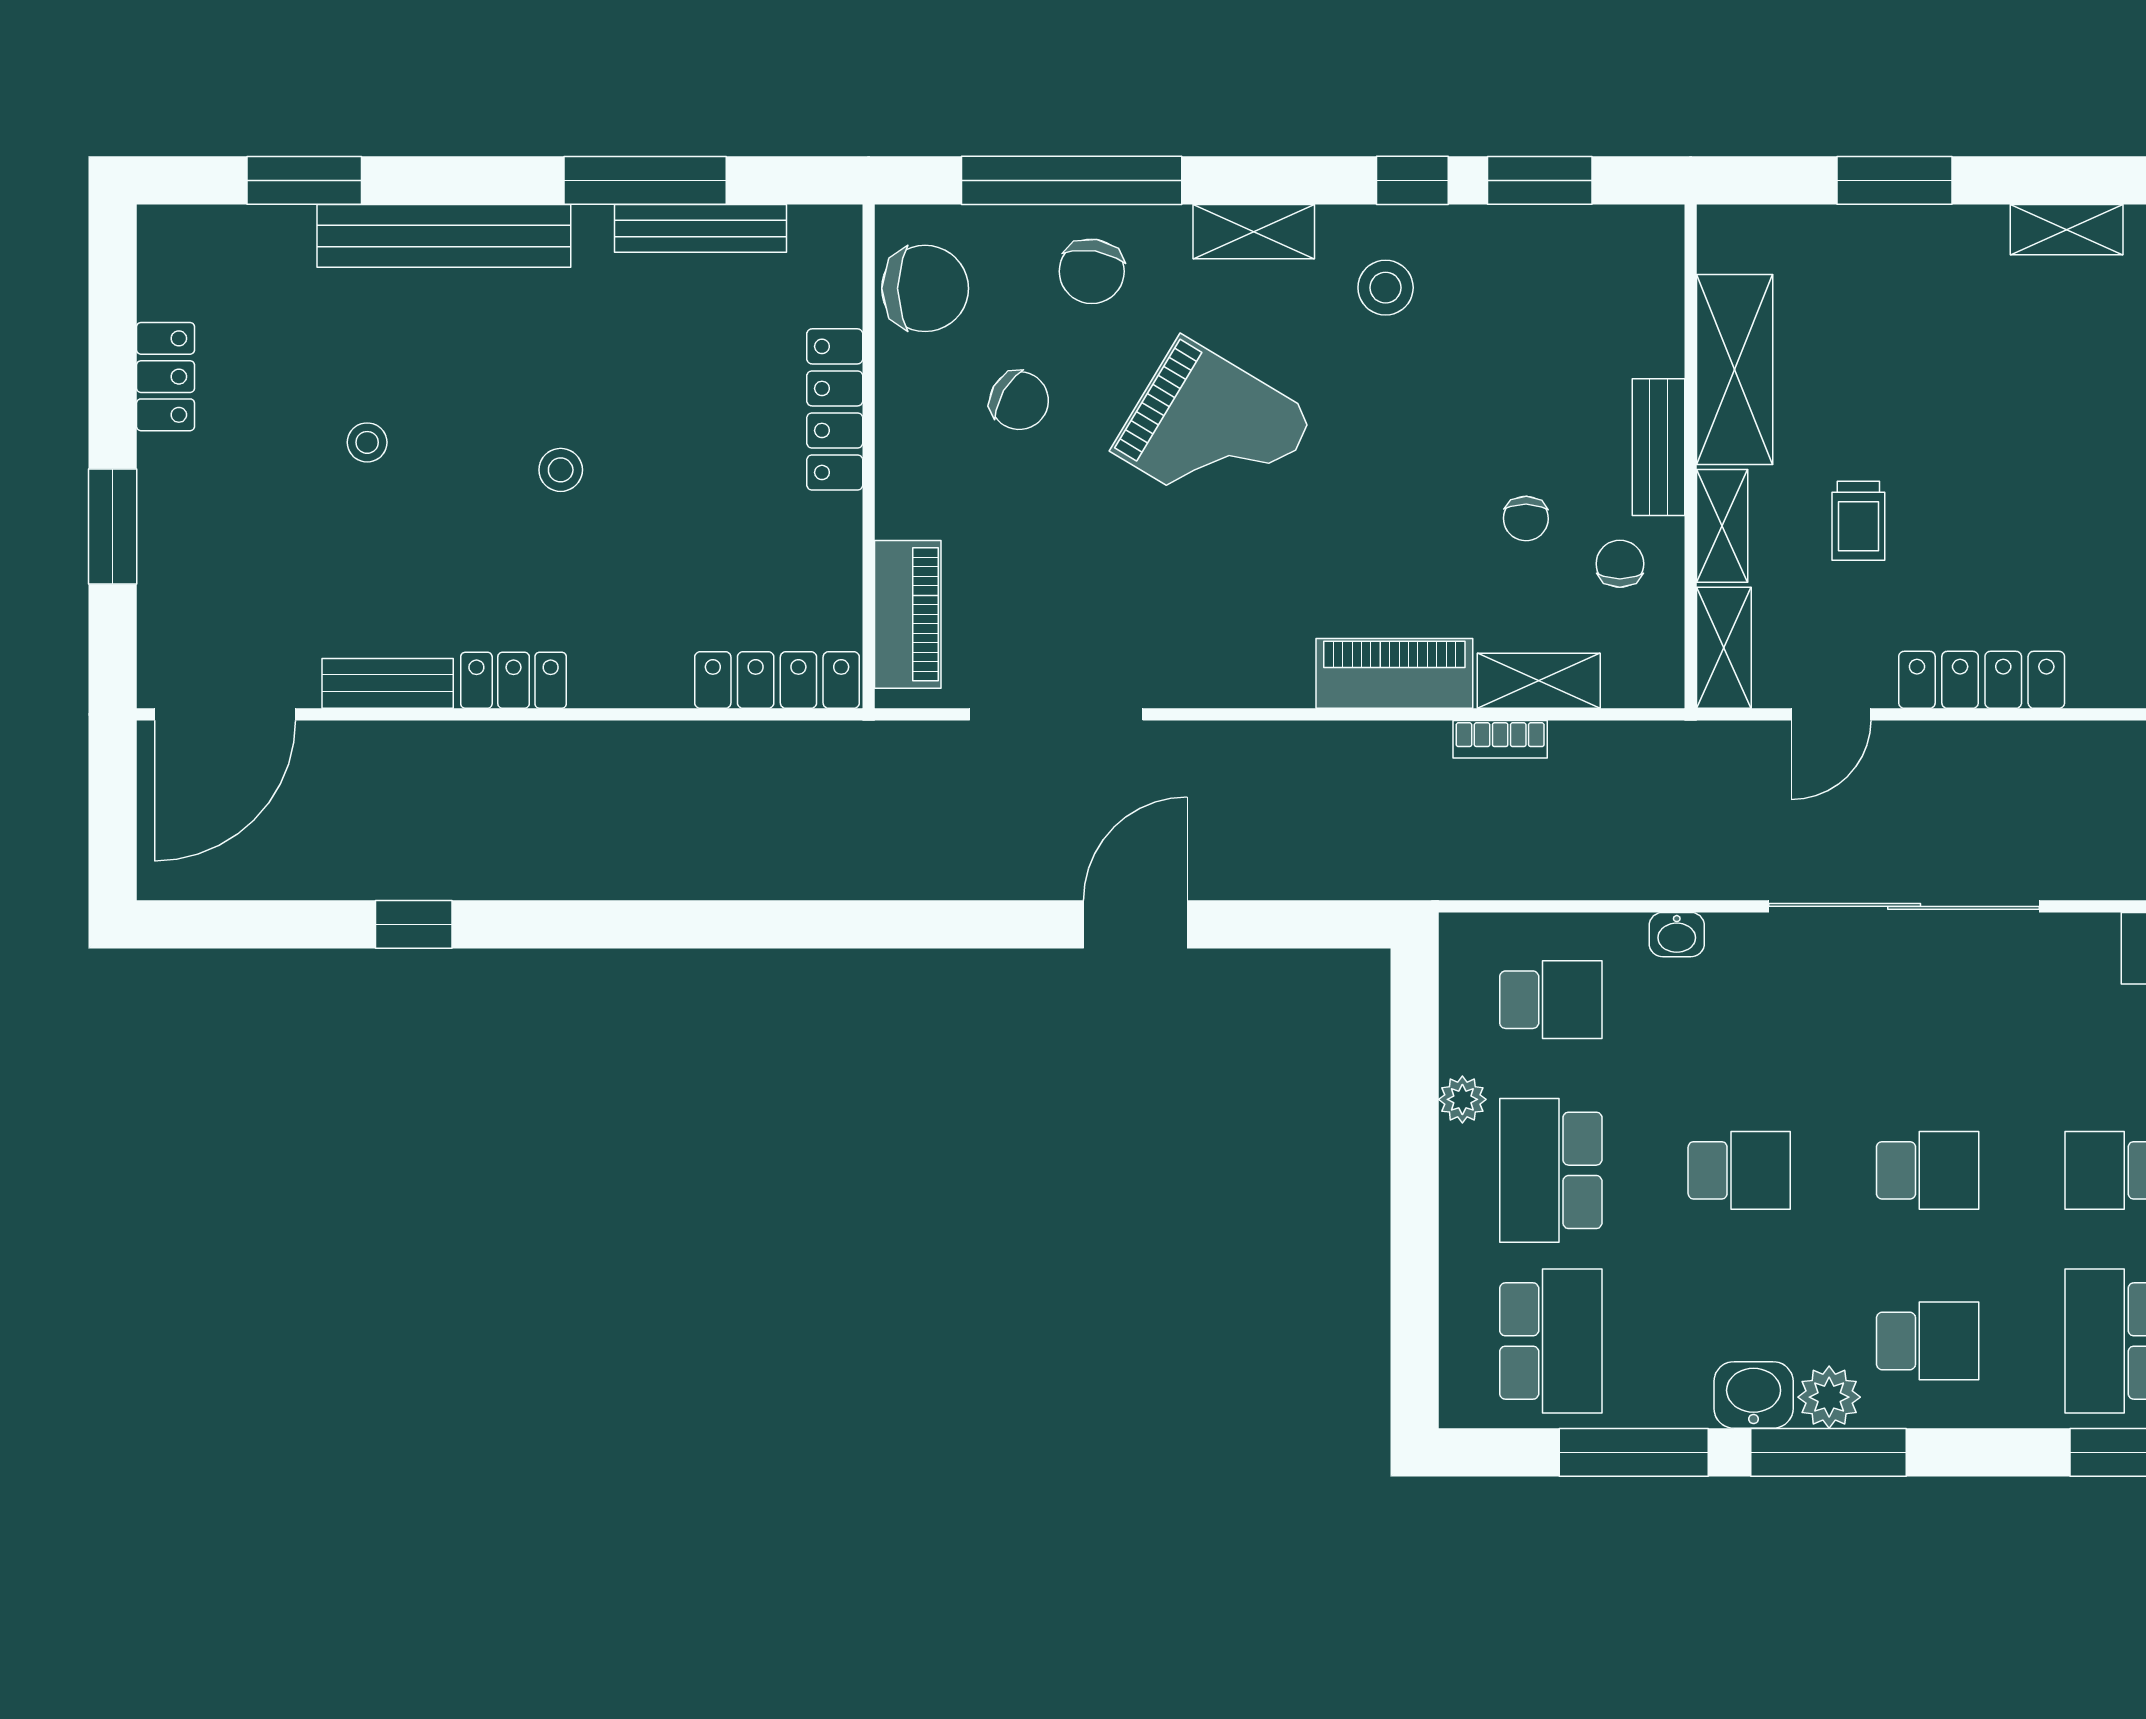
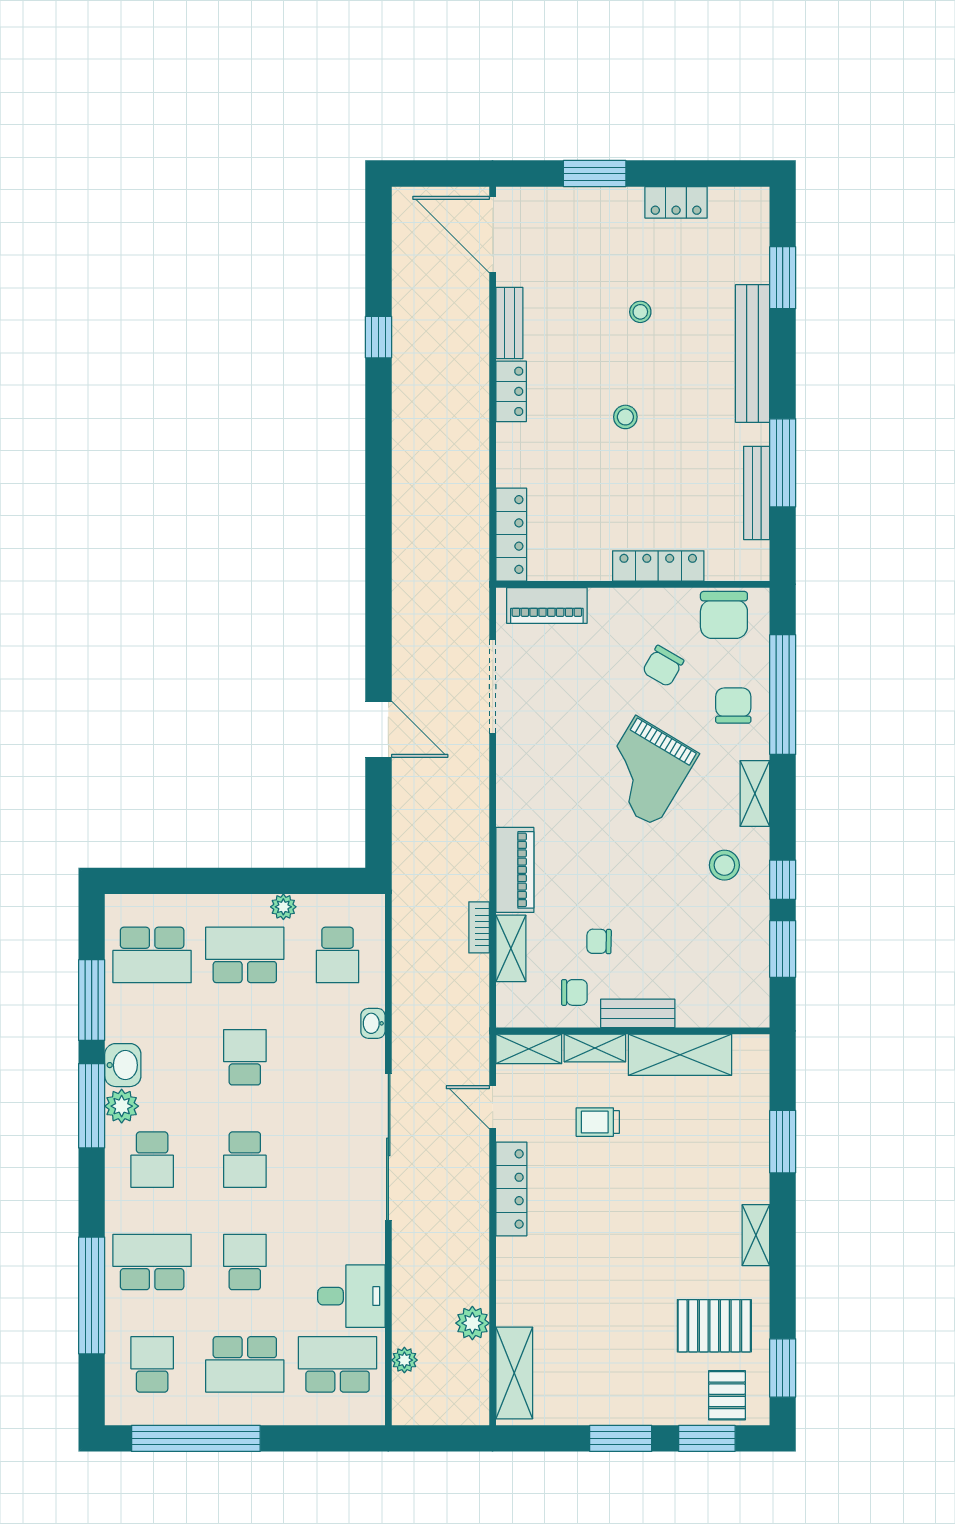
chair: (1092, 271) -> (733, 705), turned 81
school desk: (1739, 1170) -> (245, 1057), turned 180

